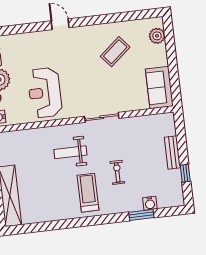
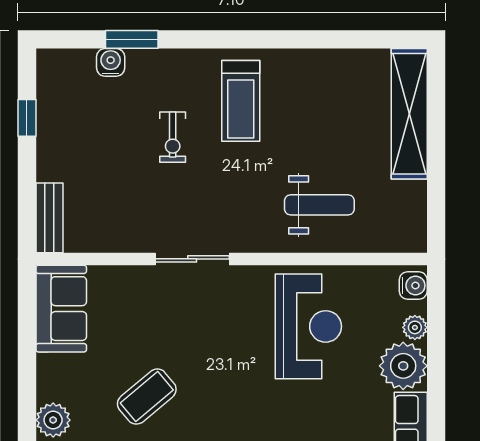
weight bench: (70, 152) -> (319, 205), moved
bench: (172, 153) -> (49, 218), moved

